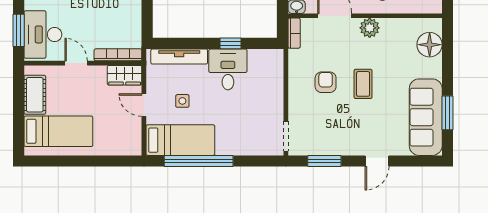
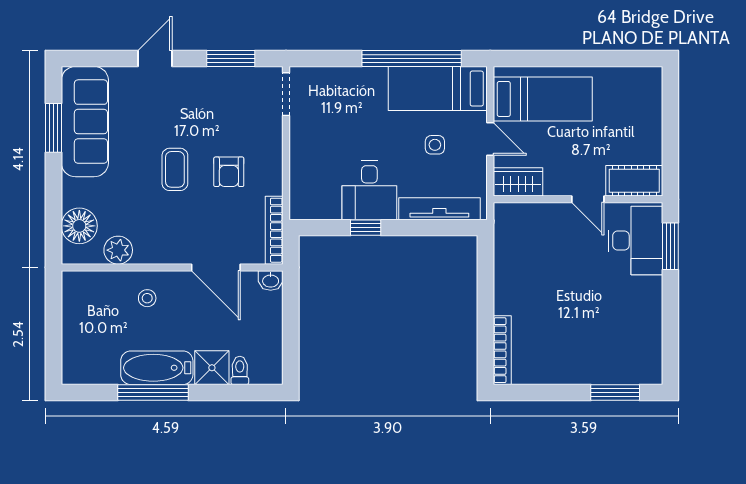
plant: (370, 28) -> (118, 250), moved
bookcase: (294, 33) -> (274, 230), width x1.56
bookcase: (118, 55) -> (528, 211), removed
cot: (35, 95) -> (634, 181), moved, turned 90
bed: (58, 131) -> (543, 99), moved, turned 180

